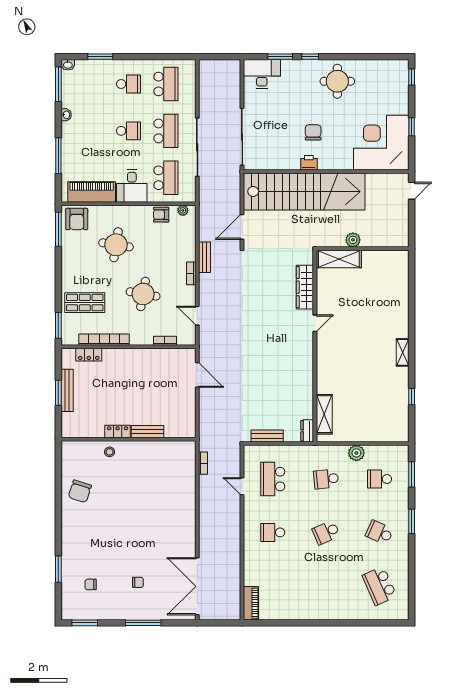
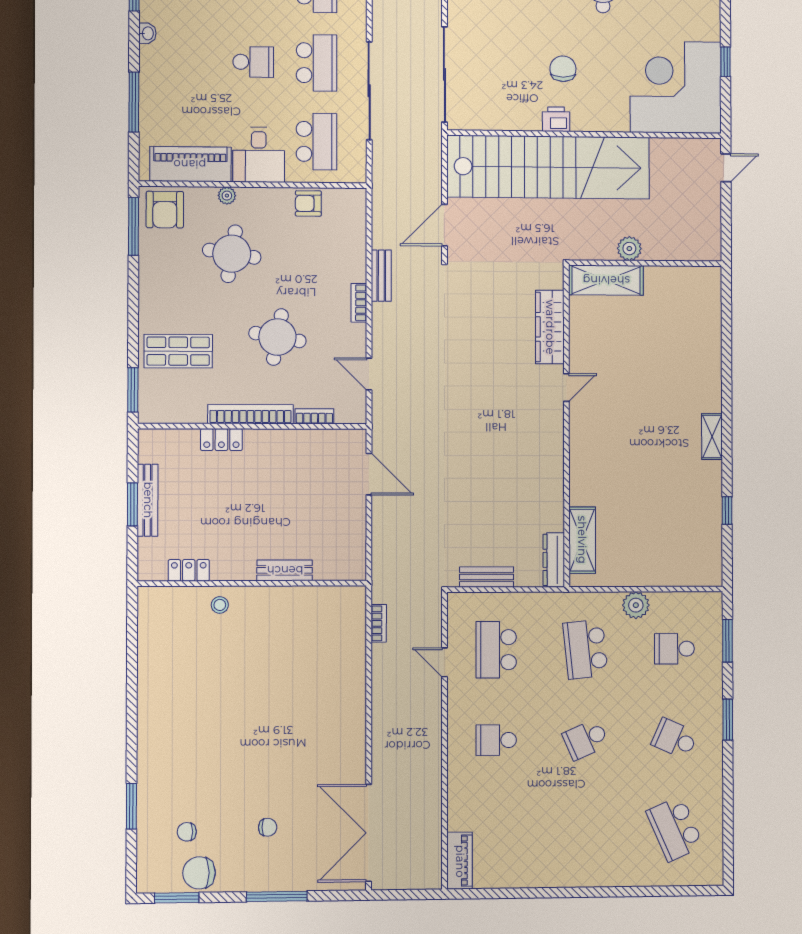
plant: (183, 210) -> (227, 196), moved
bookcase: (104, 340) -> (251, 414), moved
locker: (89, 355) -> (221, 440), moved
locker: (118, 431) -> (189, 570), moved
dresser: (307, 431) -> (554, 560), width x1.44
school desk: (326, 479) -> (586, 649), width x1.85
chair: (80, 491) -> (199, 873), moved, turned 72

